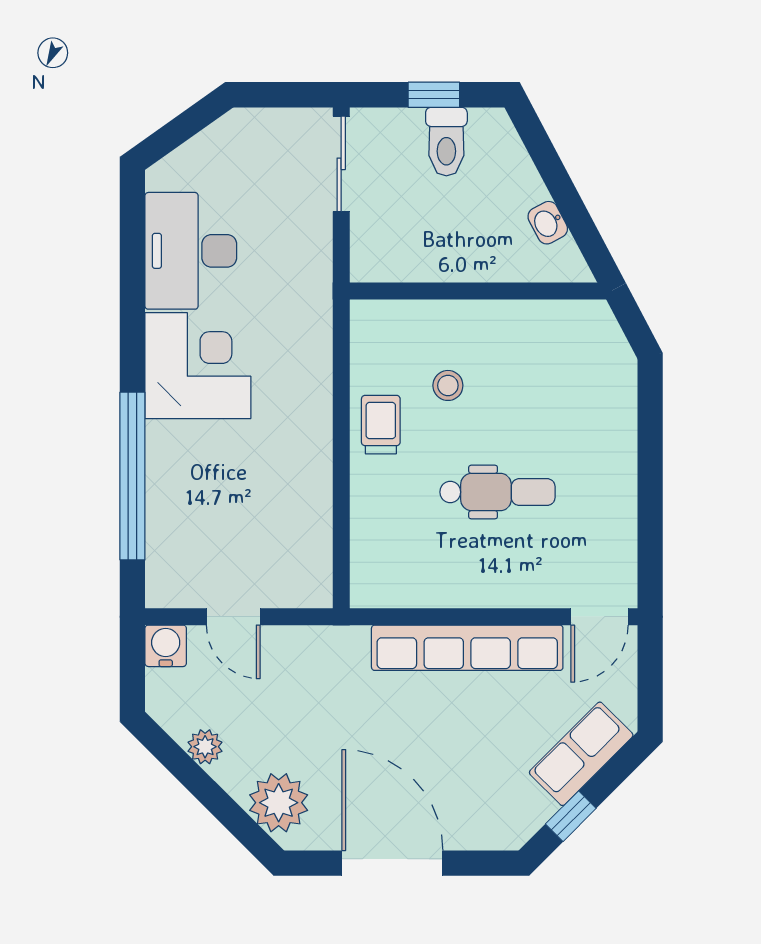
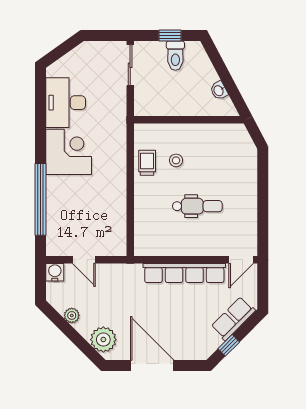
trolley: (381, 425) -> (147, 163), moved

